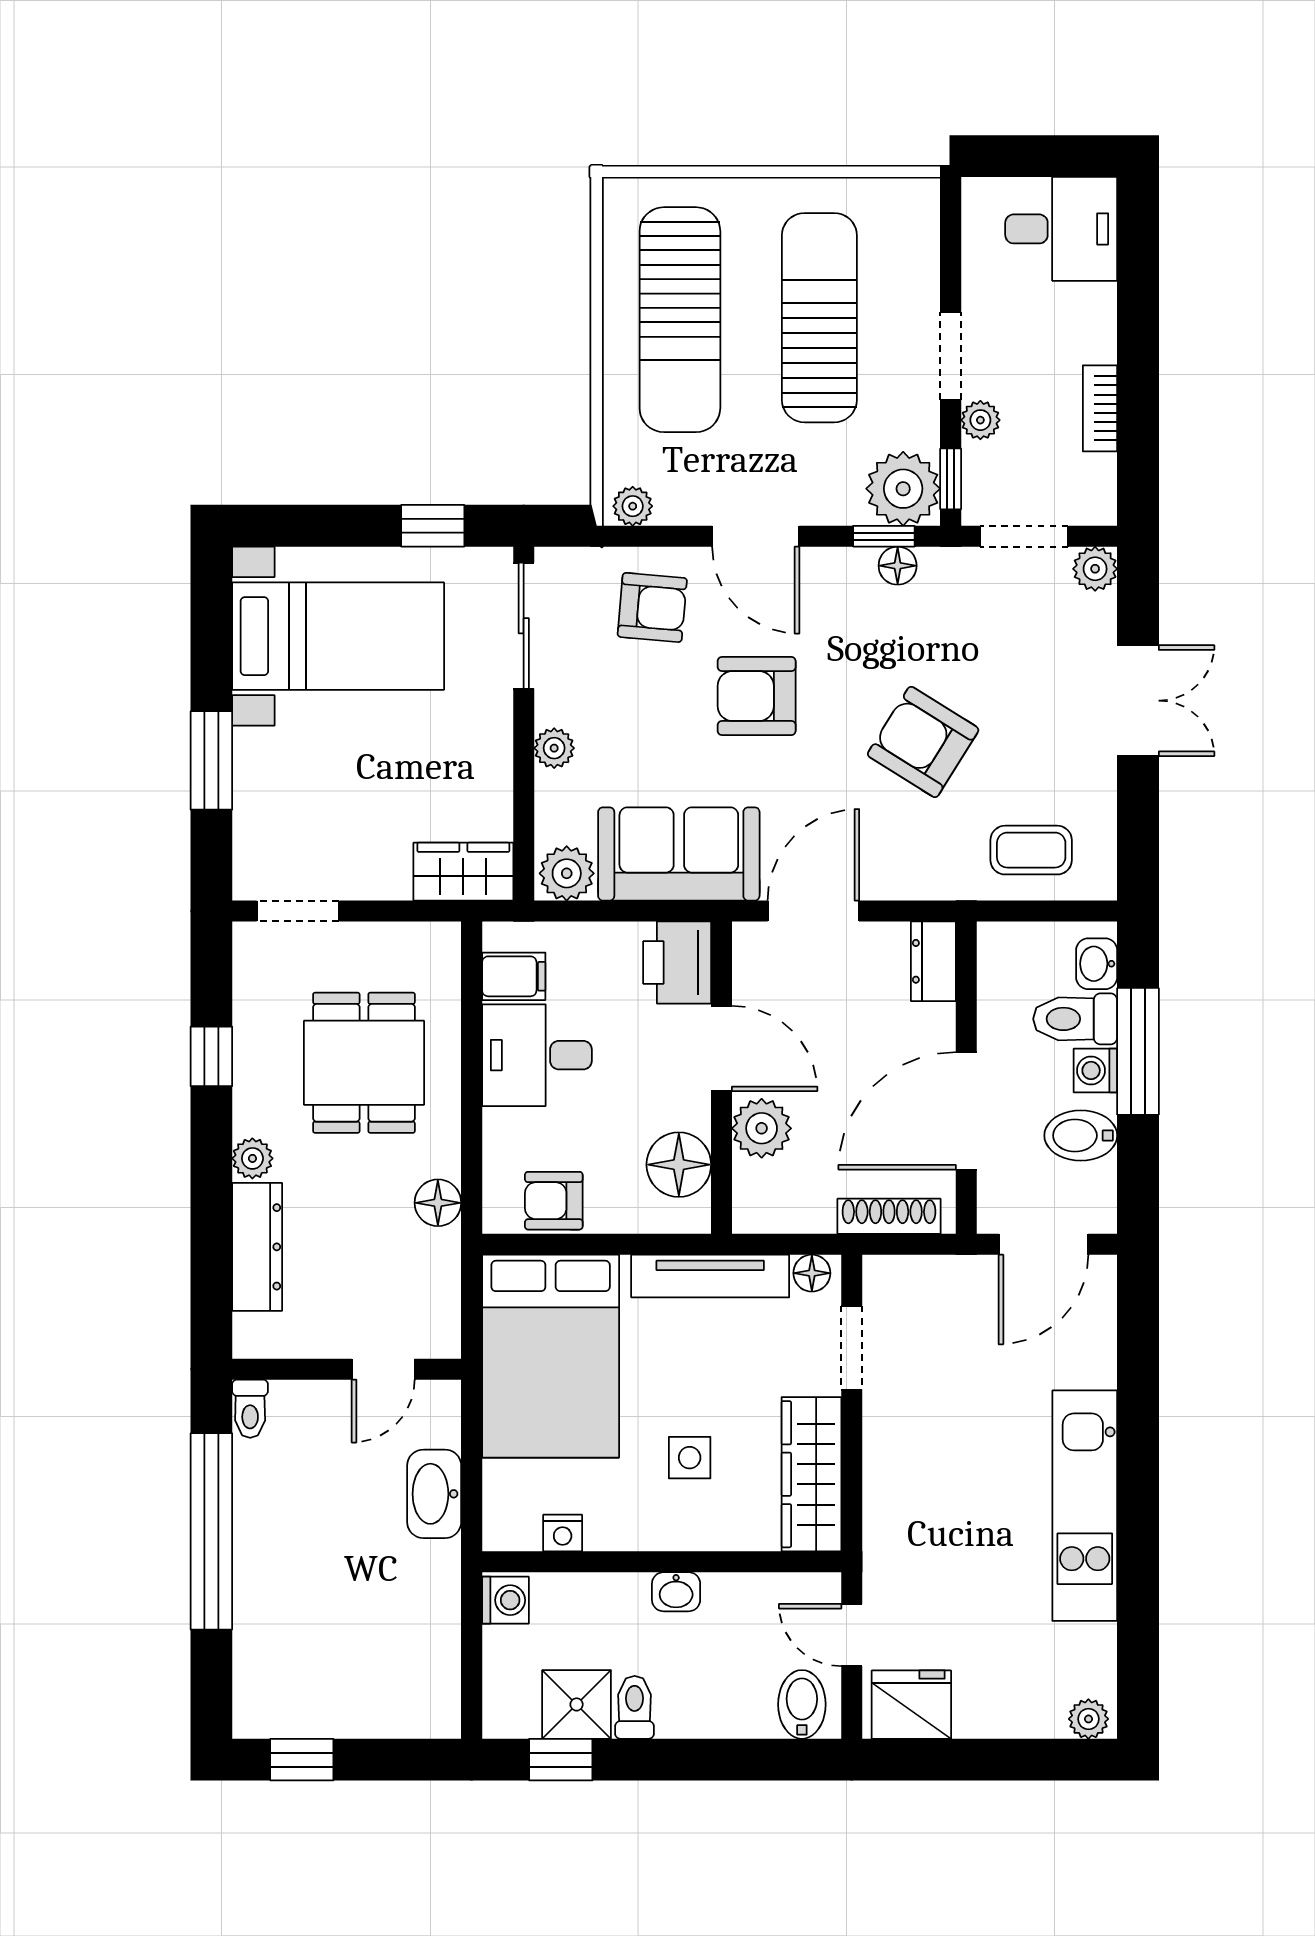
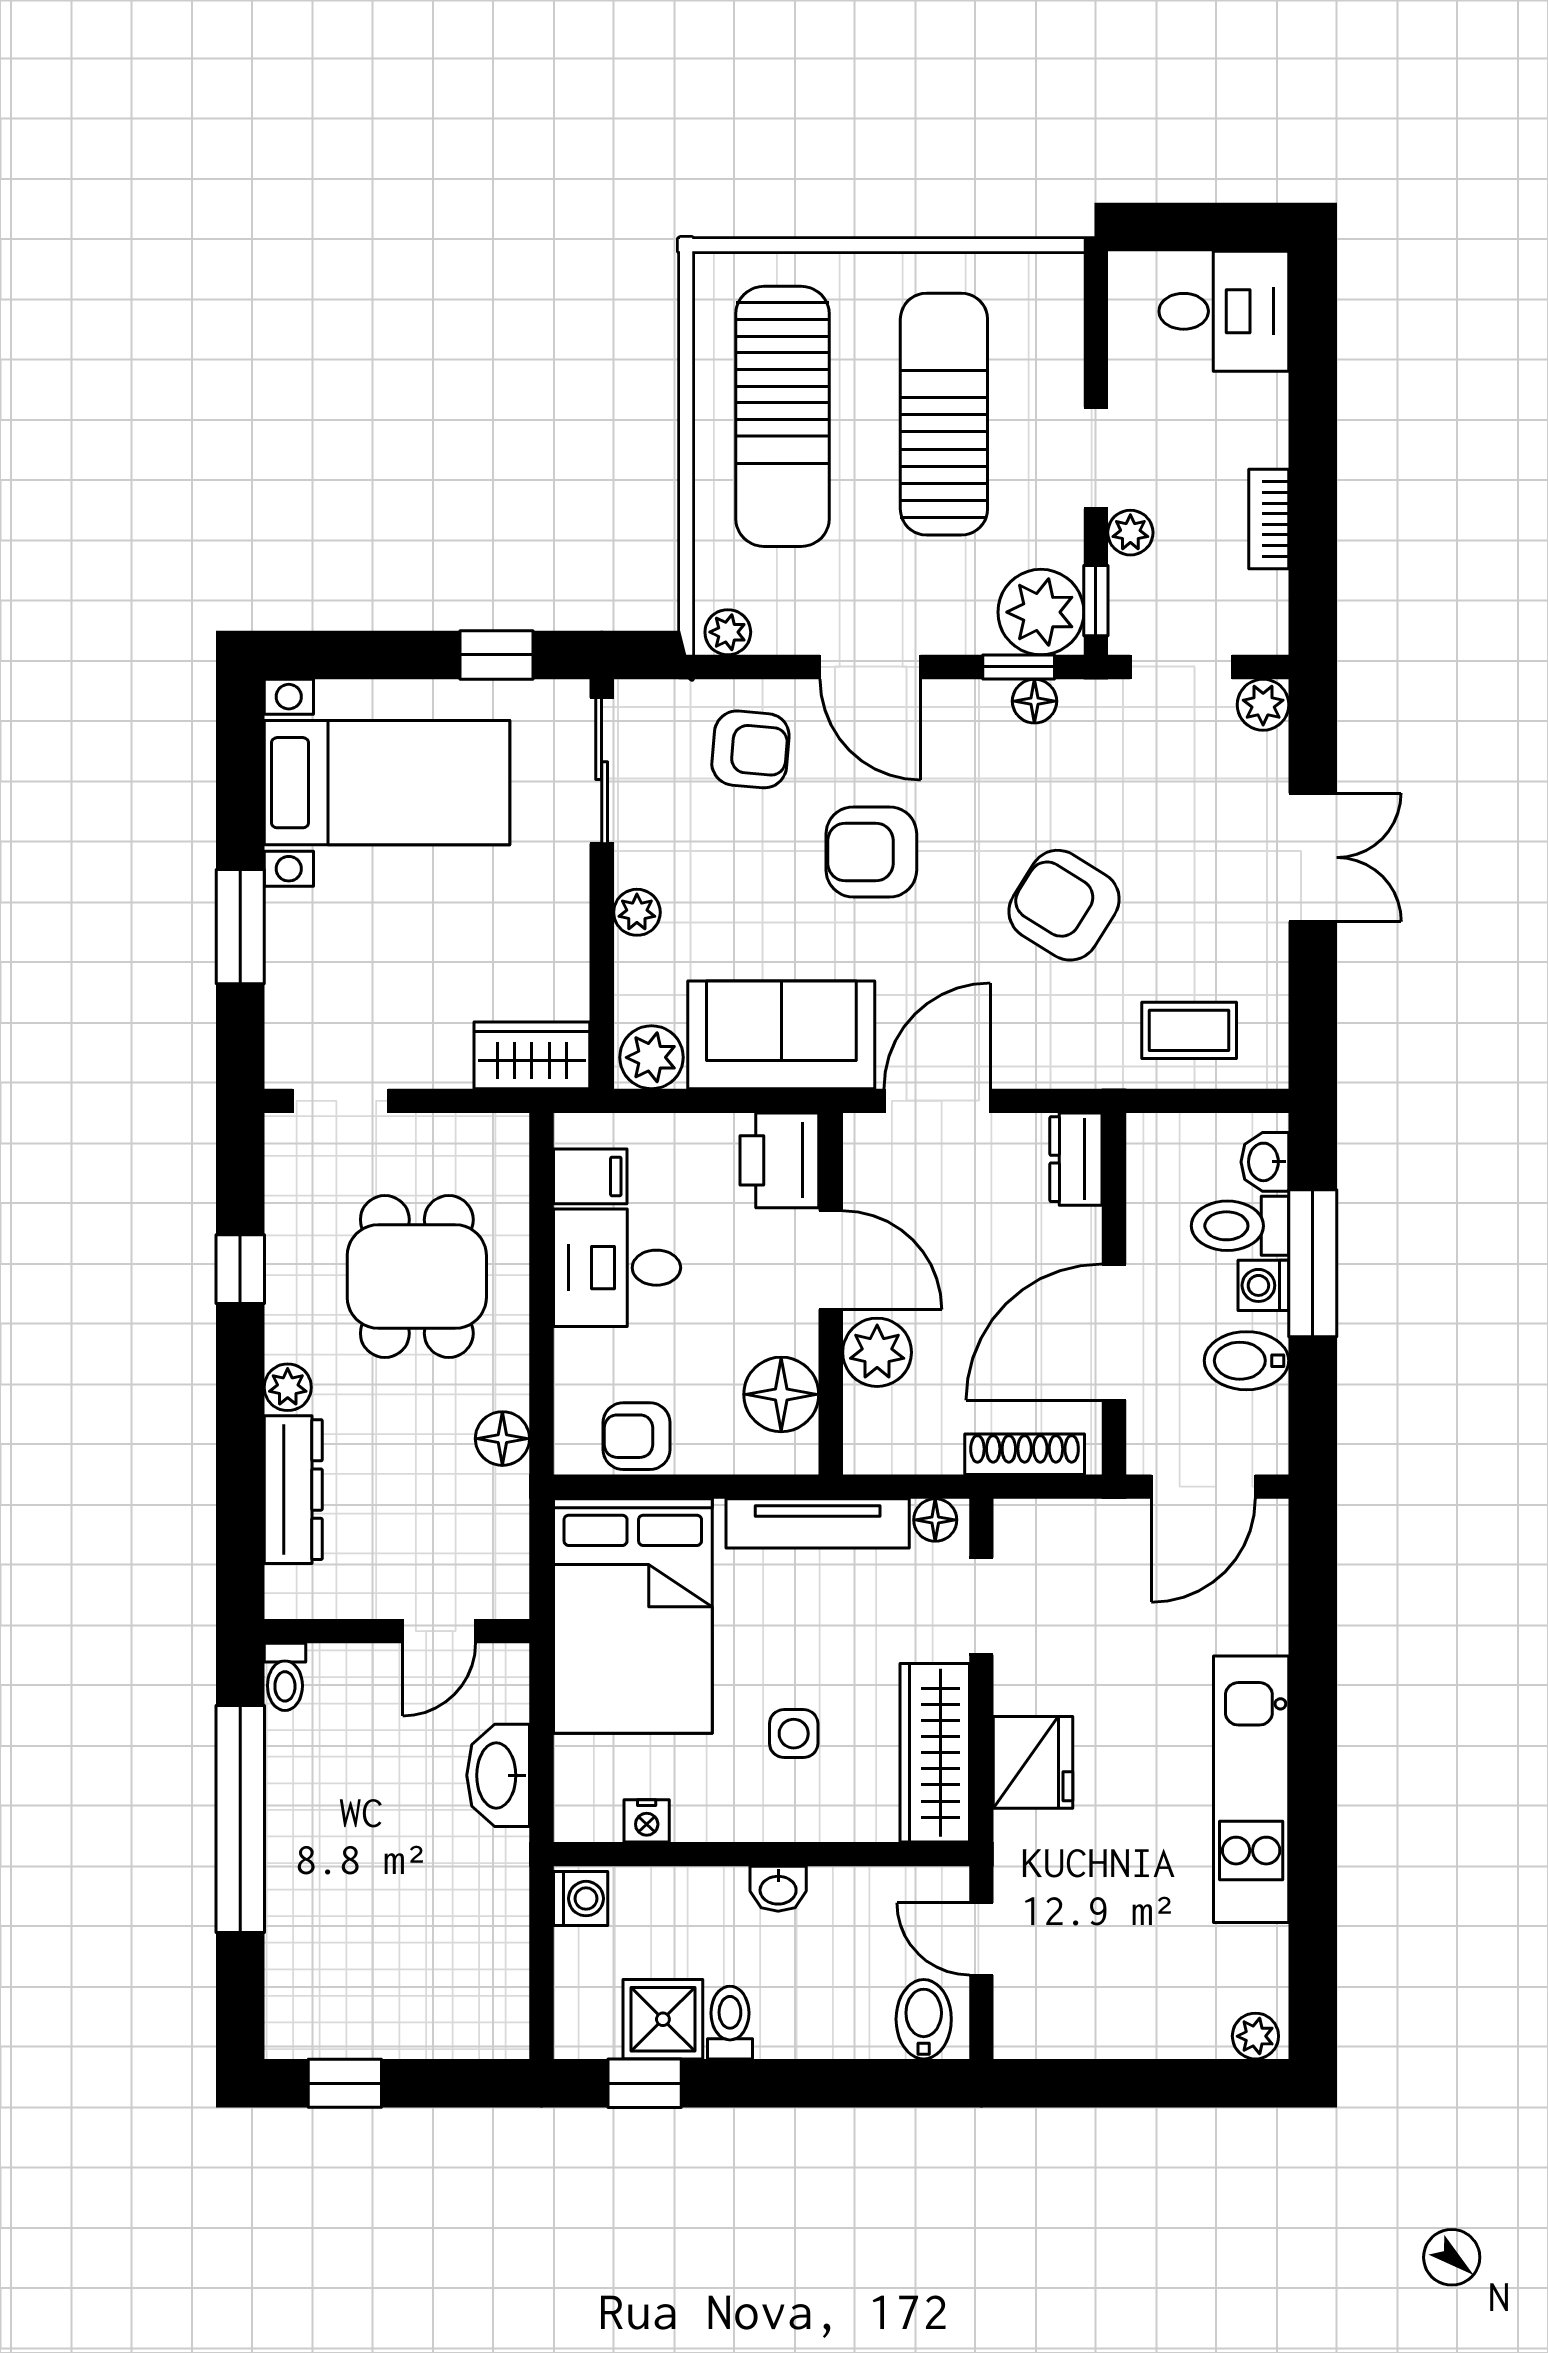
fridge: (911, 1705) -> (1033, 1762), moved, turned 90

